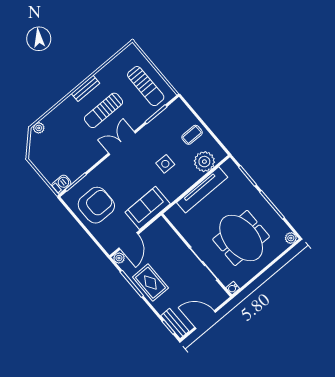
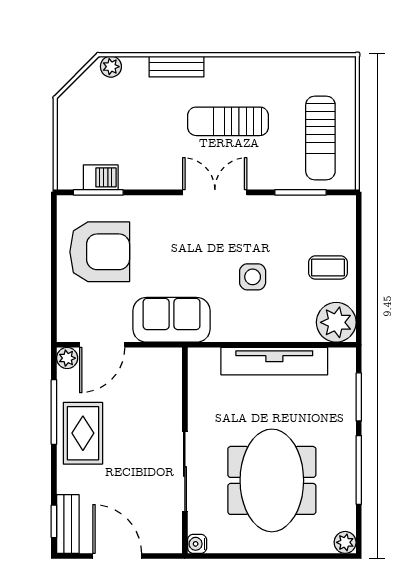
bench: (85, 88) -> (176, 67), moved
plant: (204, 162) -> (336, 322), moved
barbecue: (61, 184) -> (101, 177), moved

